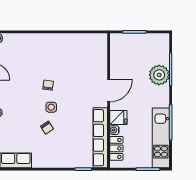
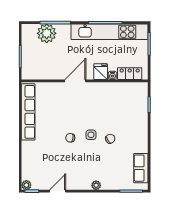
plant: (159, 75) -> (47, 33), moved
door: (109, 91) -> (75, 81), hinge flipped
row of seats: (100, 138) -> (28, 112), moved, turned -90
kitchen unit: (161, 138) -> (110, 32), width x1.36

